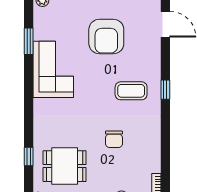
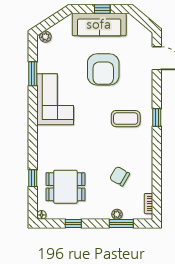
chair: (114, 139) -> (120, 176), moved, turned 120

